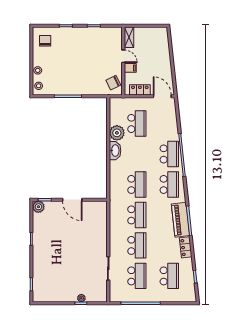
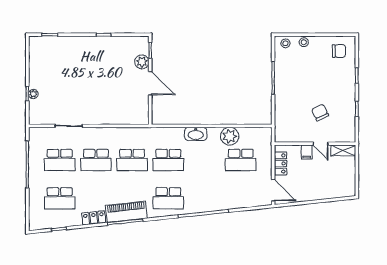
door: (123, 56) -> (321, 144), hinge flipped
chair: (113, 83) -> (320, 112), moved
door: (162, 96) -> (273, 190), hinge flipped
washbasin: (115, 151) -> (196, 134), moved
school desk: (169, 154) -> (205, 198), removed
door: (72, 200) -> (150, 83), swing flipped
plant: (38, 207) -> (142, 62), moved

